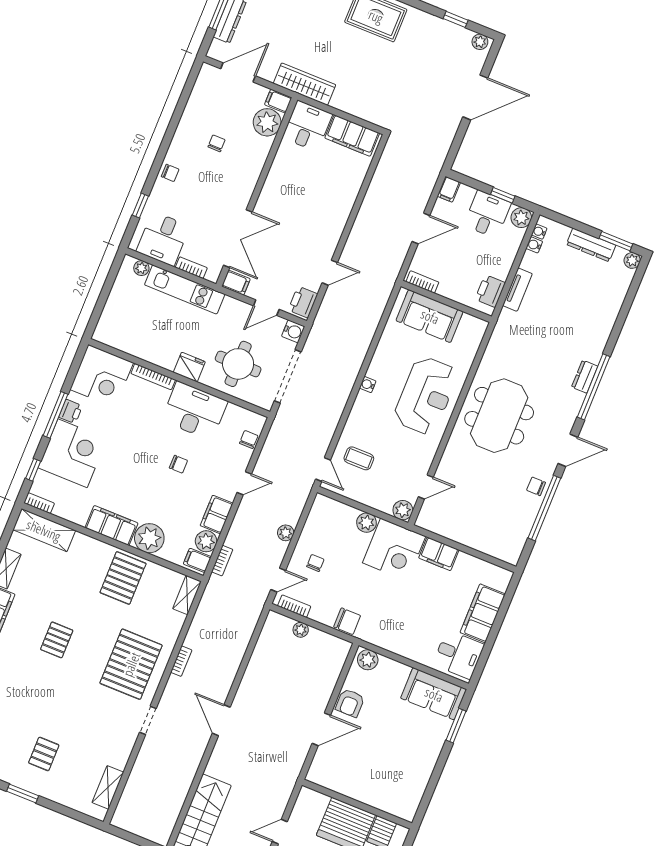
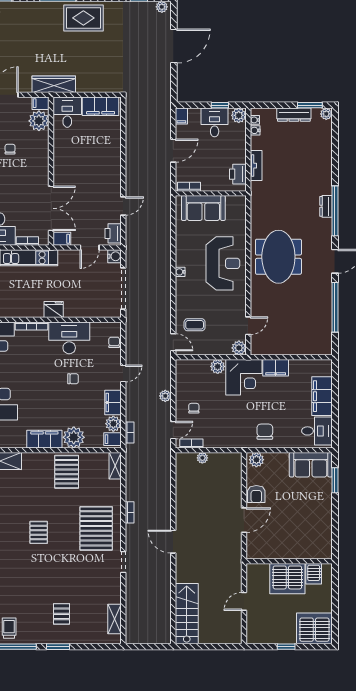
round table: (238, 364) -> (86, 294), removed
chair: (536, 486) -> (323, 295), removed
chair: (347, 621) -> (265, 432), moved, turned -90

